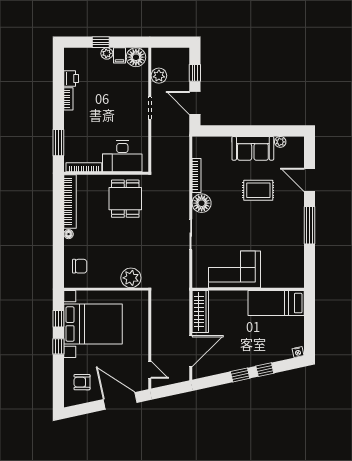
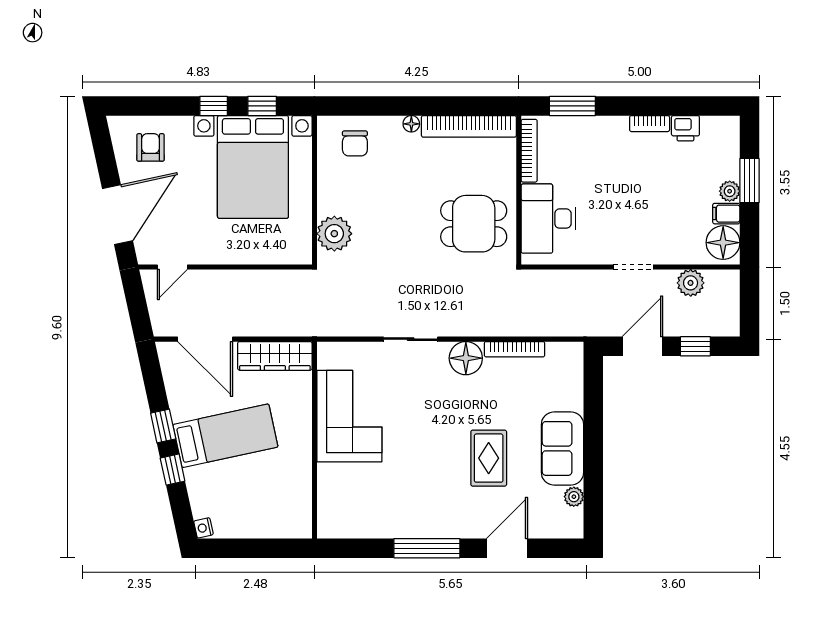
window: (101, 42) -> (749, 181), width x1.50
bed: (276, 303) -> (225, 436), moved, turned 78

